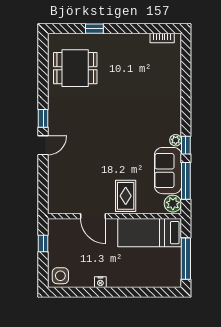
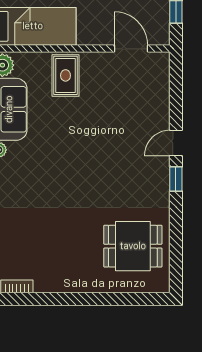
window: (94, 29) -> (107, 299), removed
door: (93, 216) -> (131, 49), moved

